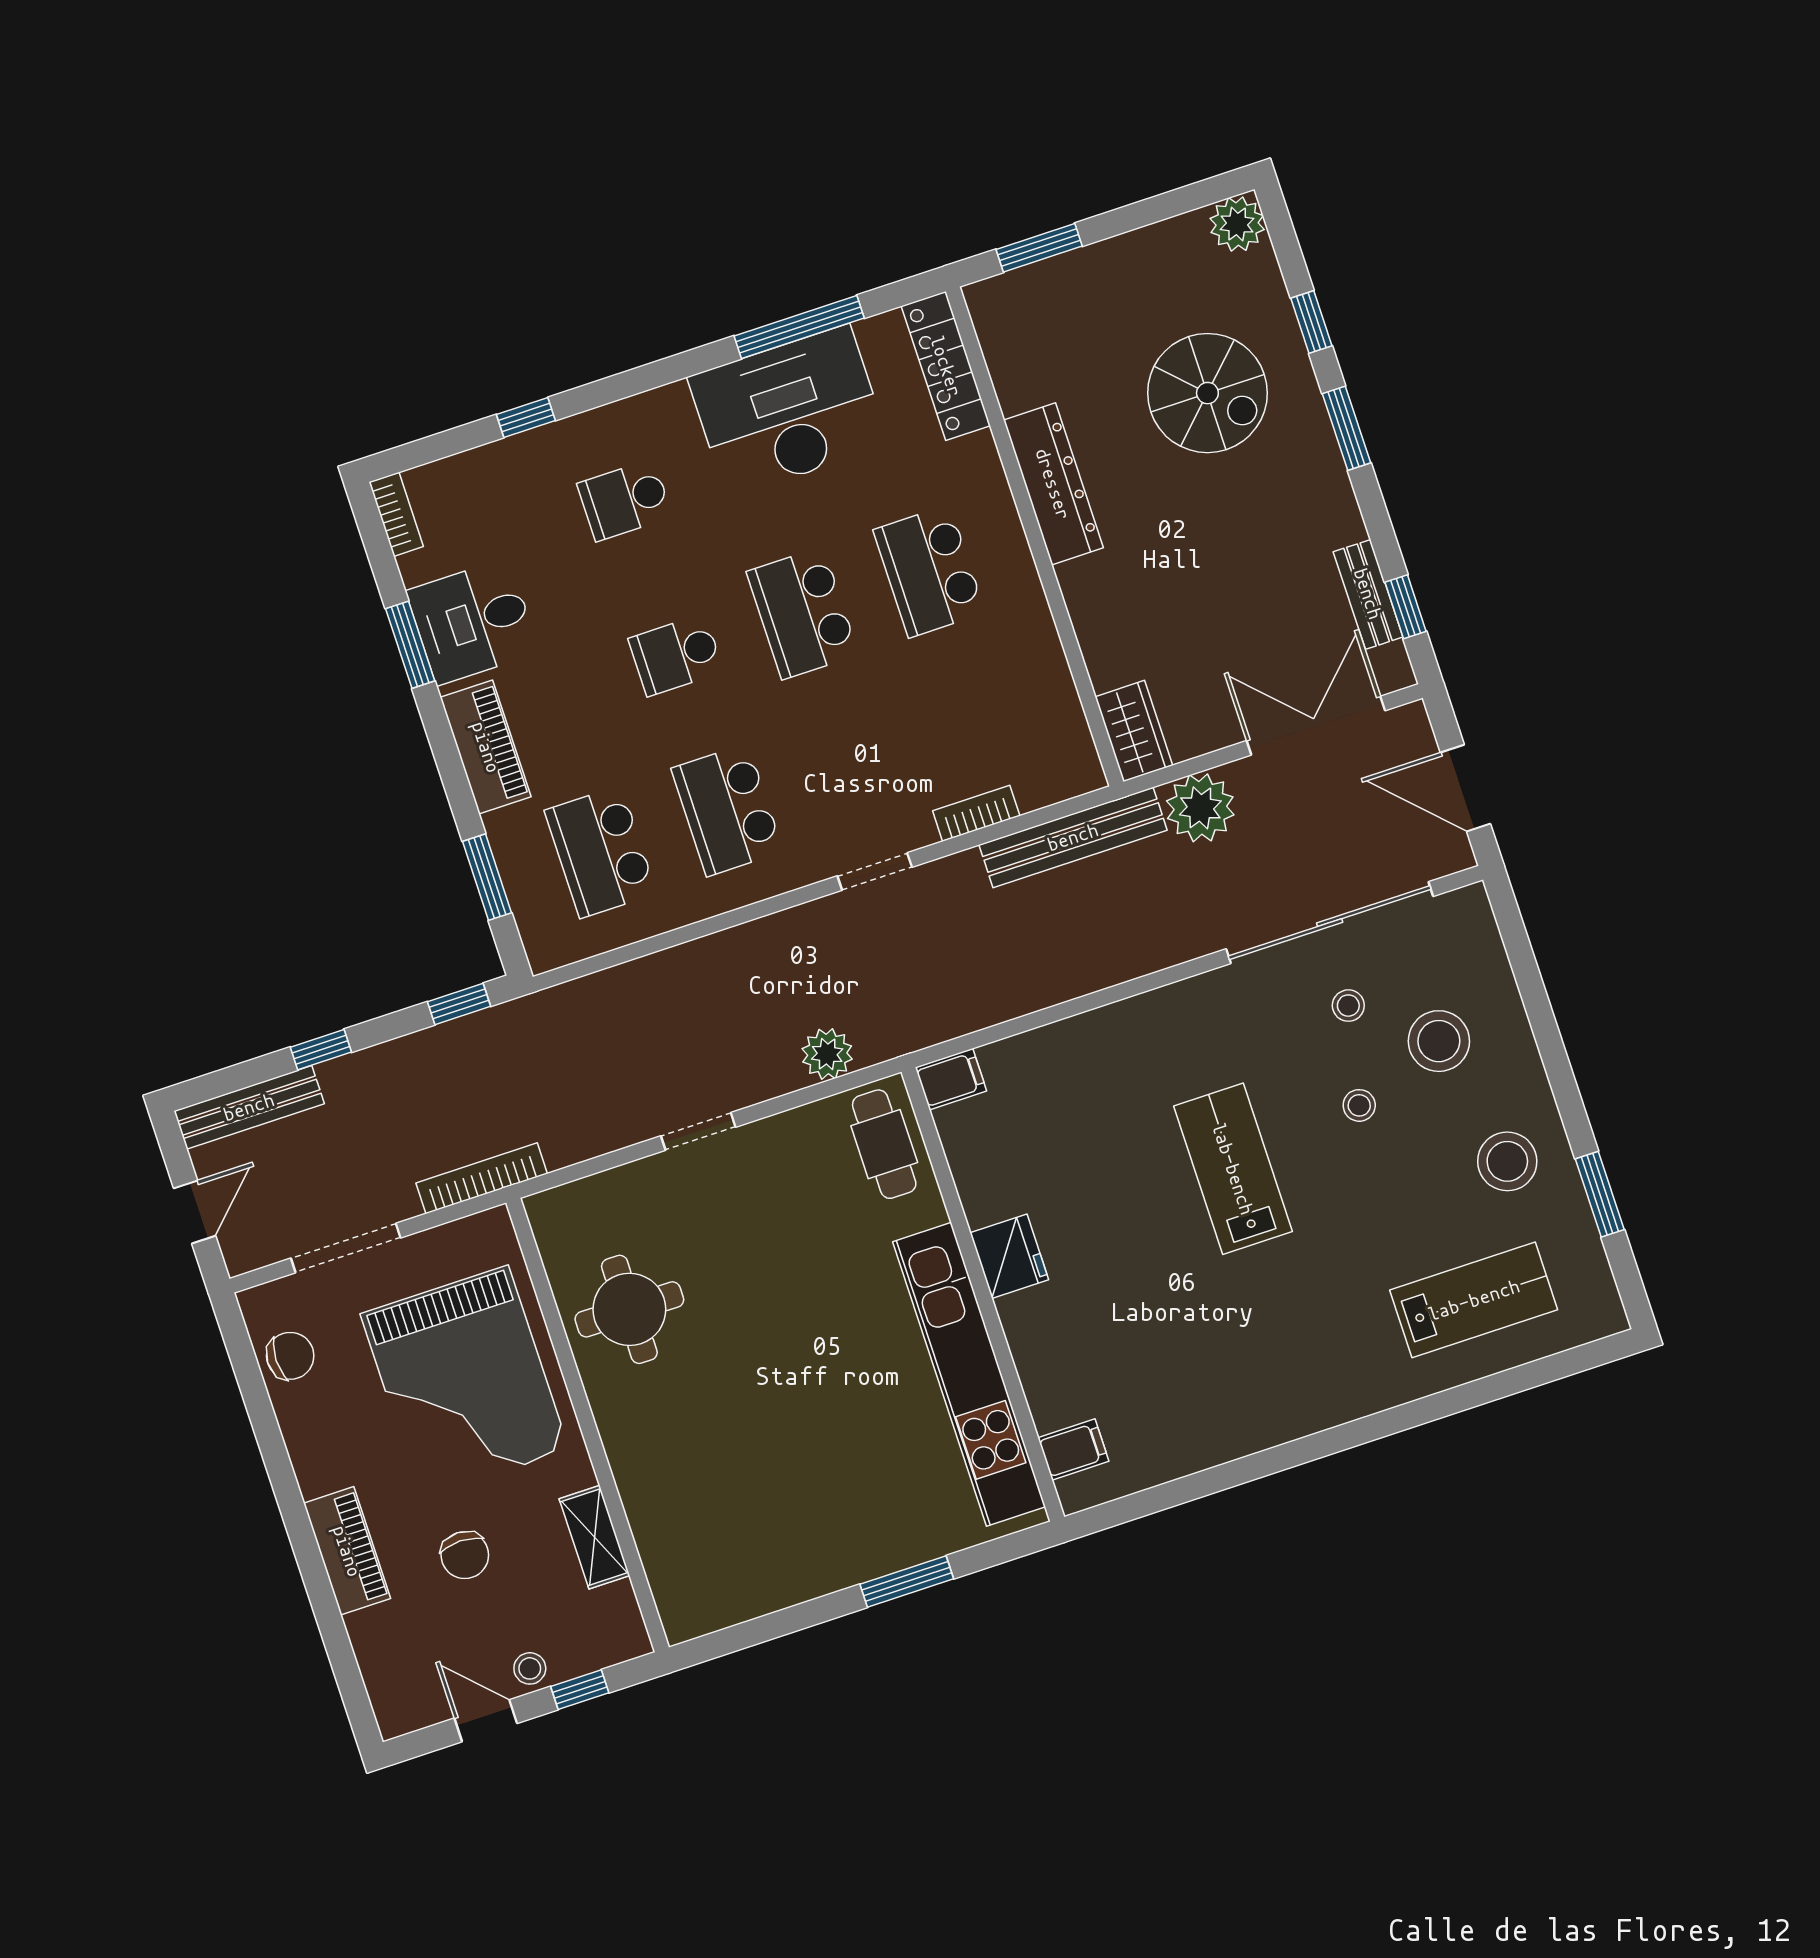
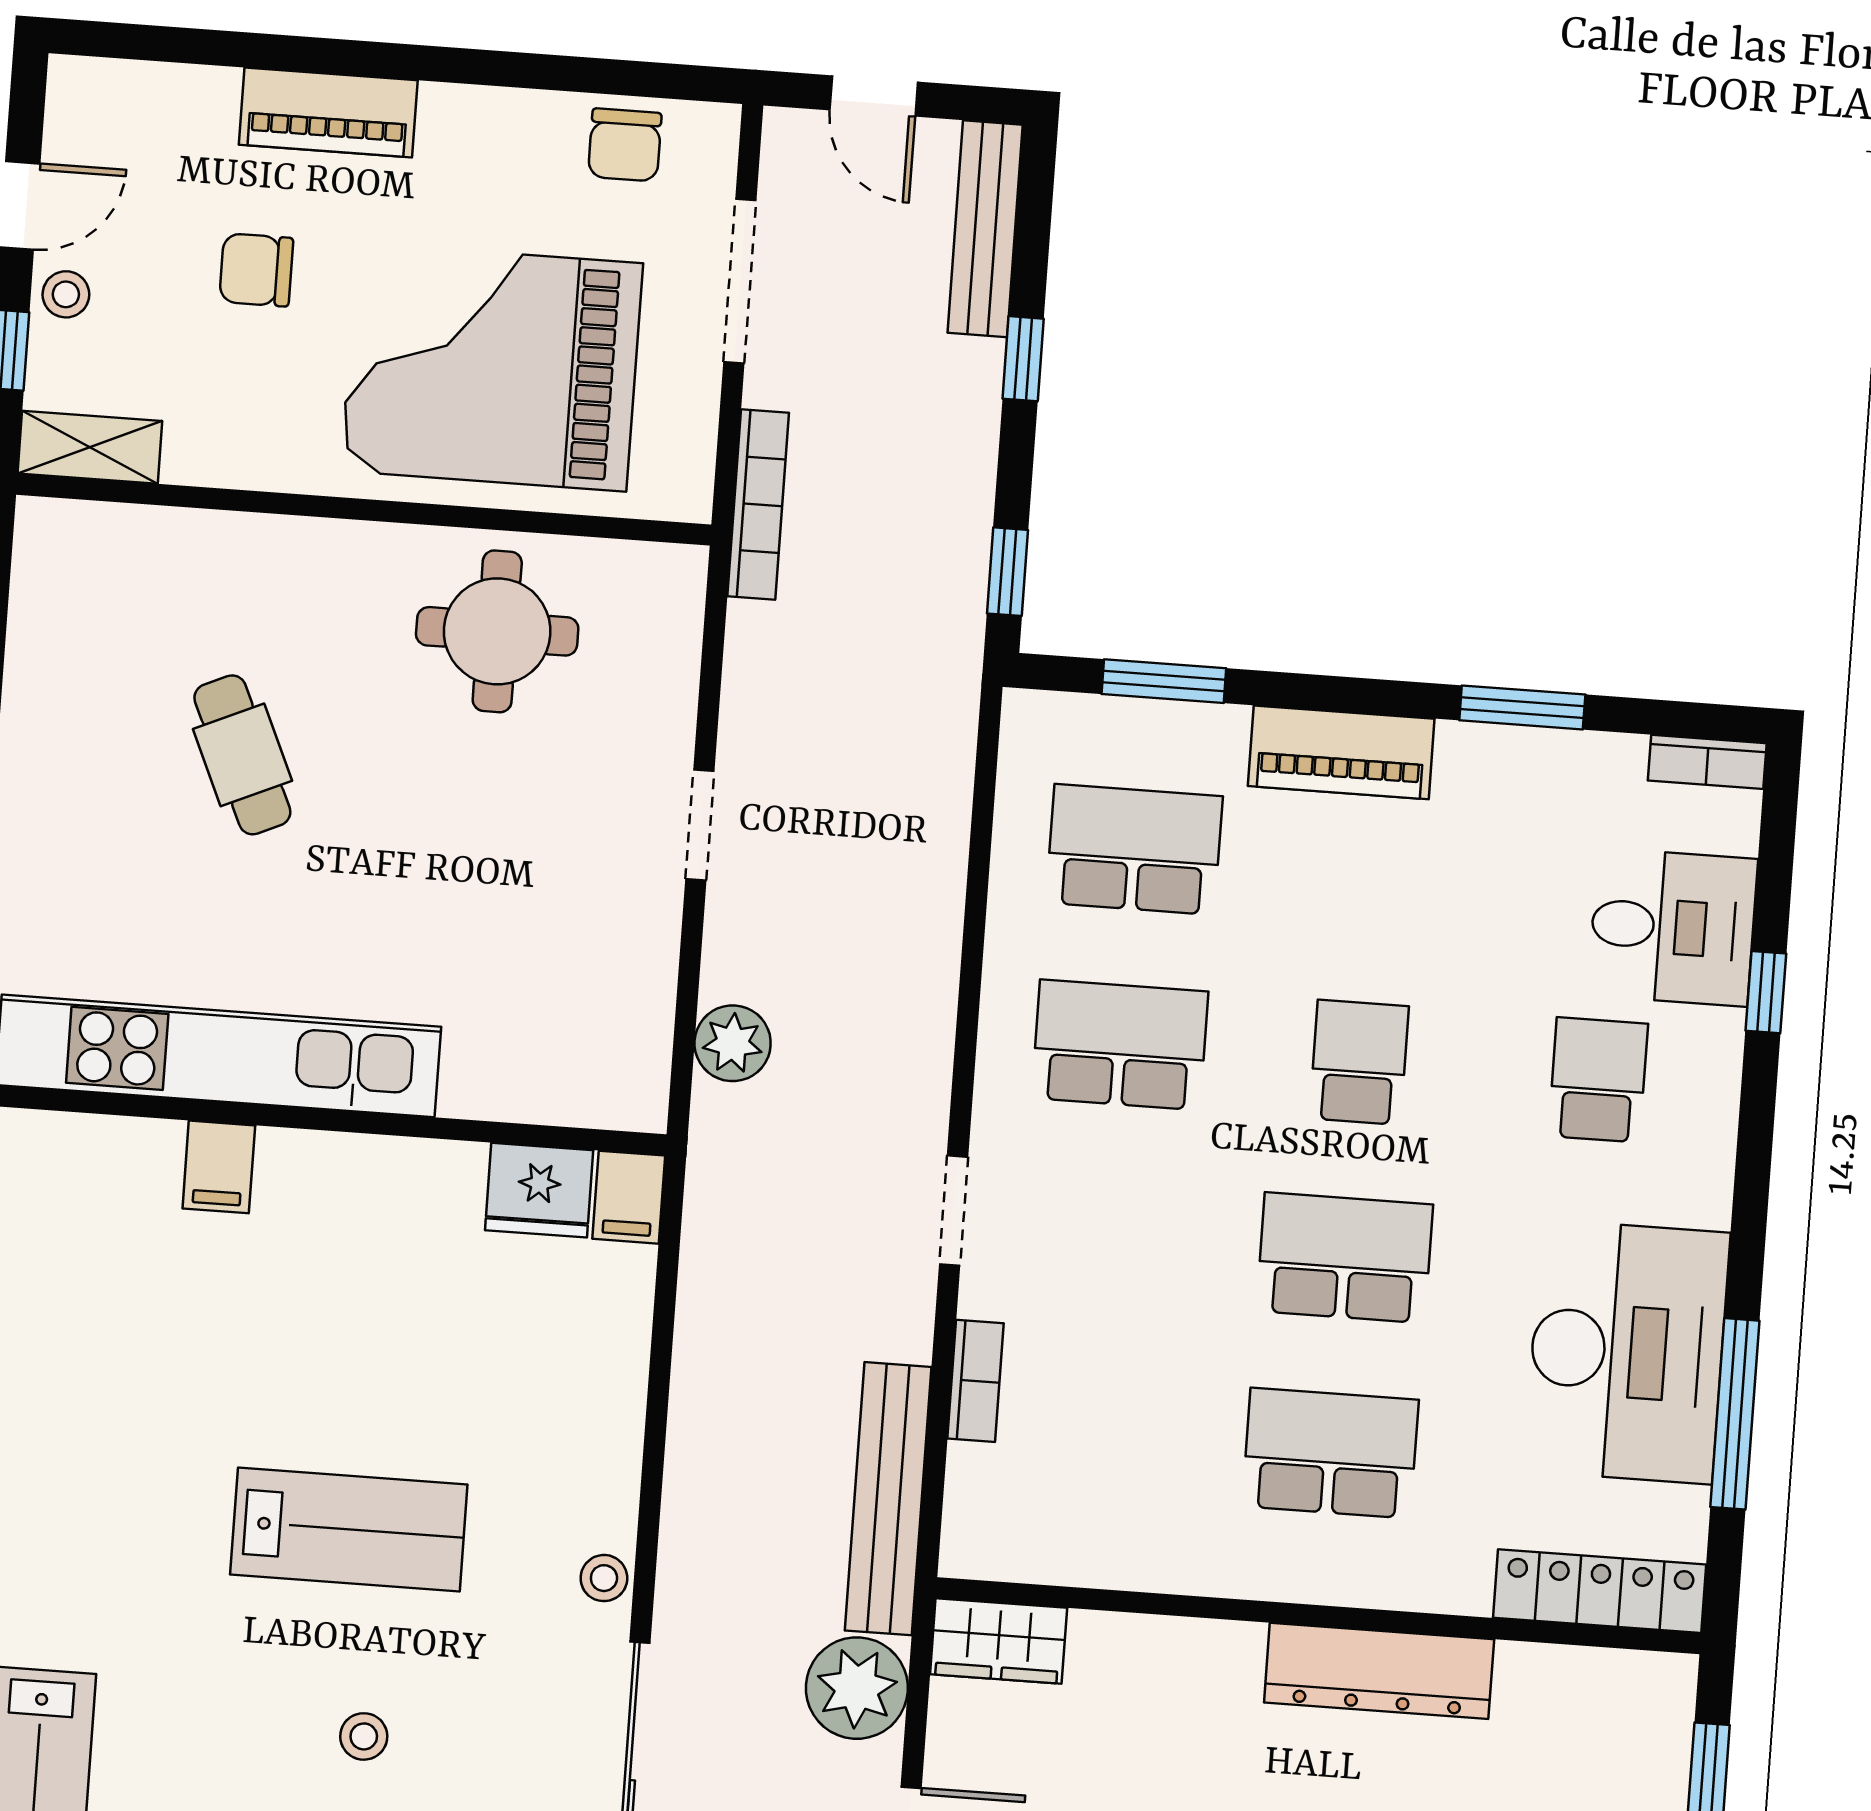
desk: (473, 622) -> (1673, 927), moved, turned 90
stool: (1348, 1006) -> (604, 1578), moved
cafe table: (884, 1144) -> (242, 755), moved, turned 66
fridge: (1009, 1256) -> (539, 1190), moved
filing cabinet: (1073, 1450) -> (219, 1167), moved
shelving: (594, 1537) -> (90, 447), moved

